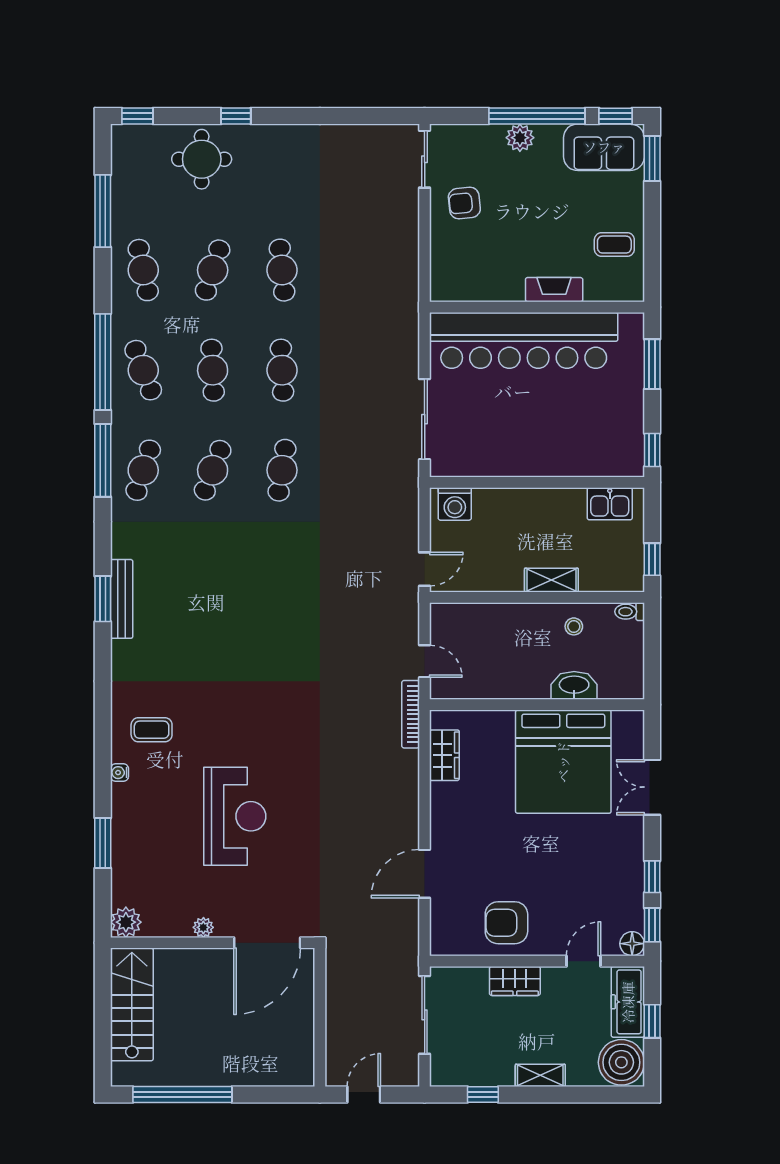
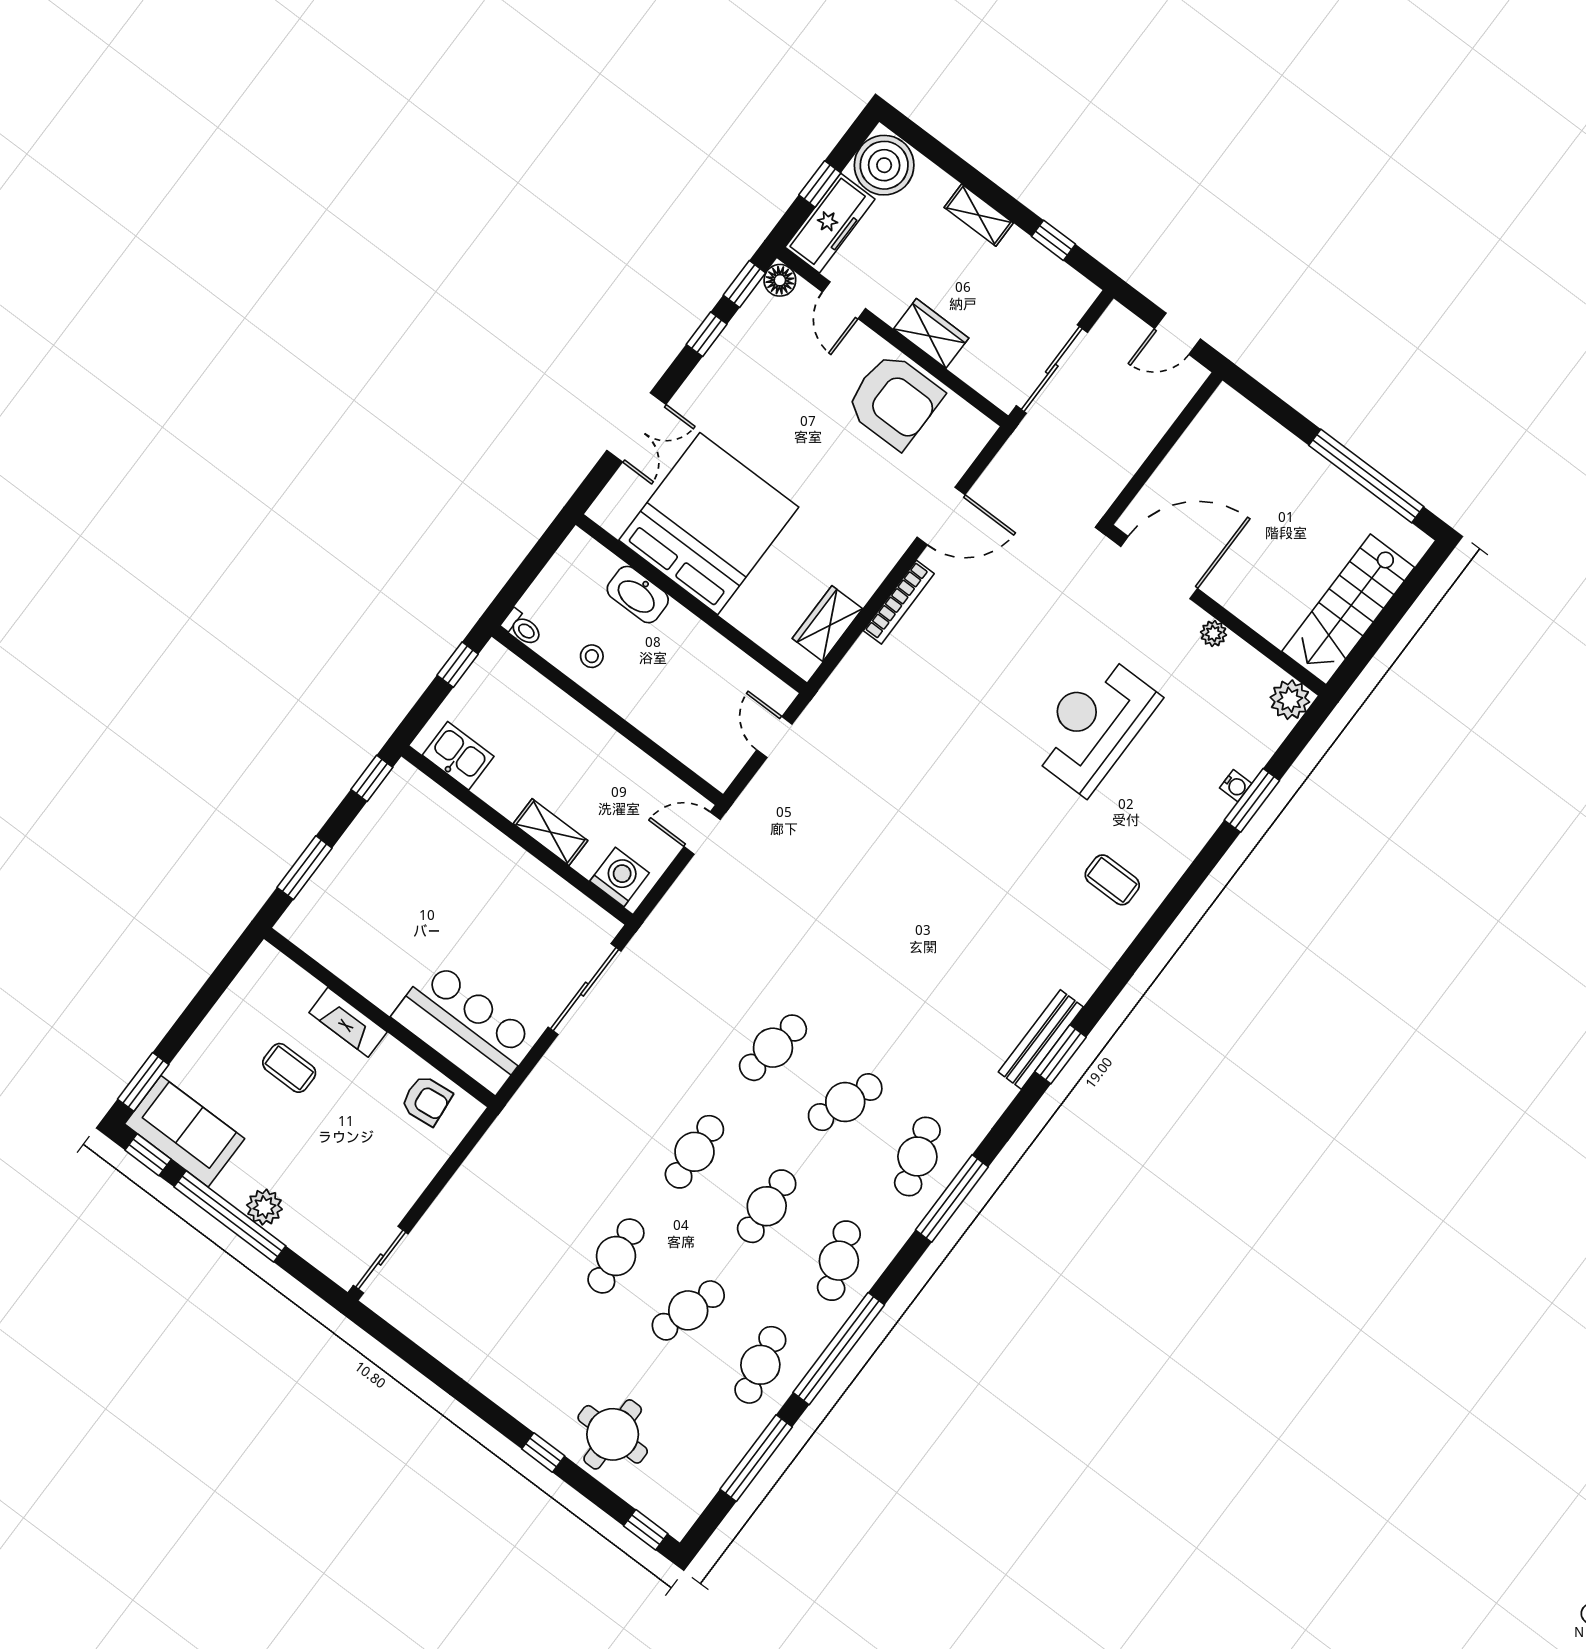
armchair: (464, 203) -> (426, 1100), moved
coffee table: (614, 245) -> (289, 1068), moved
bar counter: (524, 340) -> (465, 1027), width x0.54
window: (103, 362) -> (839, 1349), moved
cafe table: (143, 470) -> (917, 1156), turned -36
shelving: (551, 580) -> (551, 832), moved
bookcase: (411, 714) -> (899, 602), moved
water cooler: (119, 773) -> (1236, 786), moved
armchair: (506, 923) -> (894, 401), width x1.36, depth x1.36
door: (584, 961) -> (844, 300), hinge flipped

